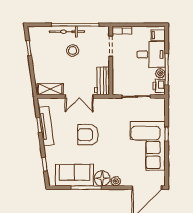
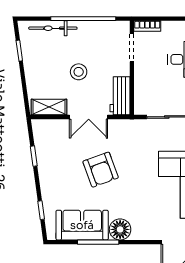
bicycle: (67, 32) -> (53, 28), moved
stool: (73, 51) -> (79, 72), moved
tv unit: (46, 126) -> (43, 158), removed
armchair: (88, 135) -> (101, 170), turned -110
plant: (116, 181) -> (139, 233), removed

